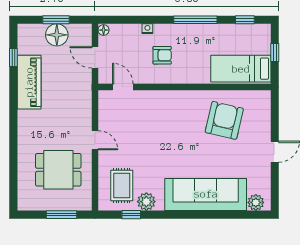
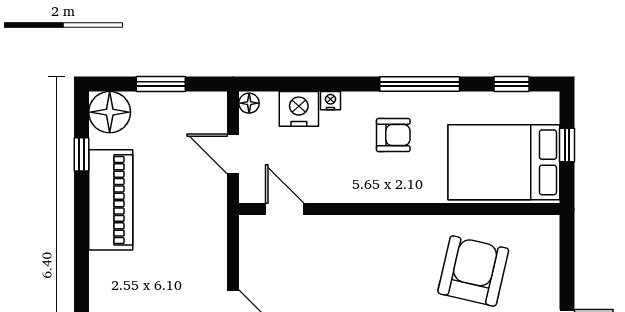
nightstand: (130, 33) -> (299, 109), added
floor lamp: (57, 35) -> (110, 112), moved
armchair: (162, 55) -> (393, 135), moved
bed: (241, 69) -> (504, 162), width x1.50

